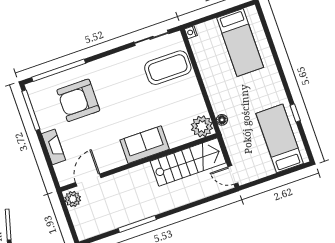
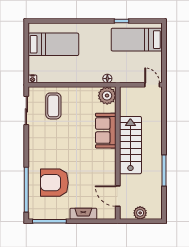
coffee table: (168, 68) -> (53, 106), width x0.73, depth x0.76
armchair: (78, 100) -> (54, 183), turned 90
sofa: (145, 145) -> (106, 131), moved
stairs: (188, 162) -> (130, 145), moved
door: (233, 175) -> (152, 85), swing flipped
plant: (73, 199) -> (140, 213), moved

